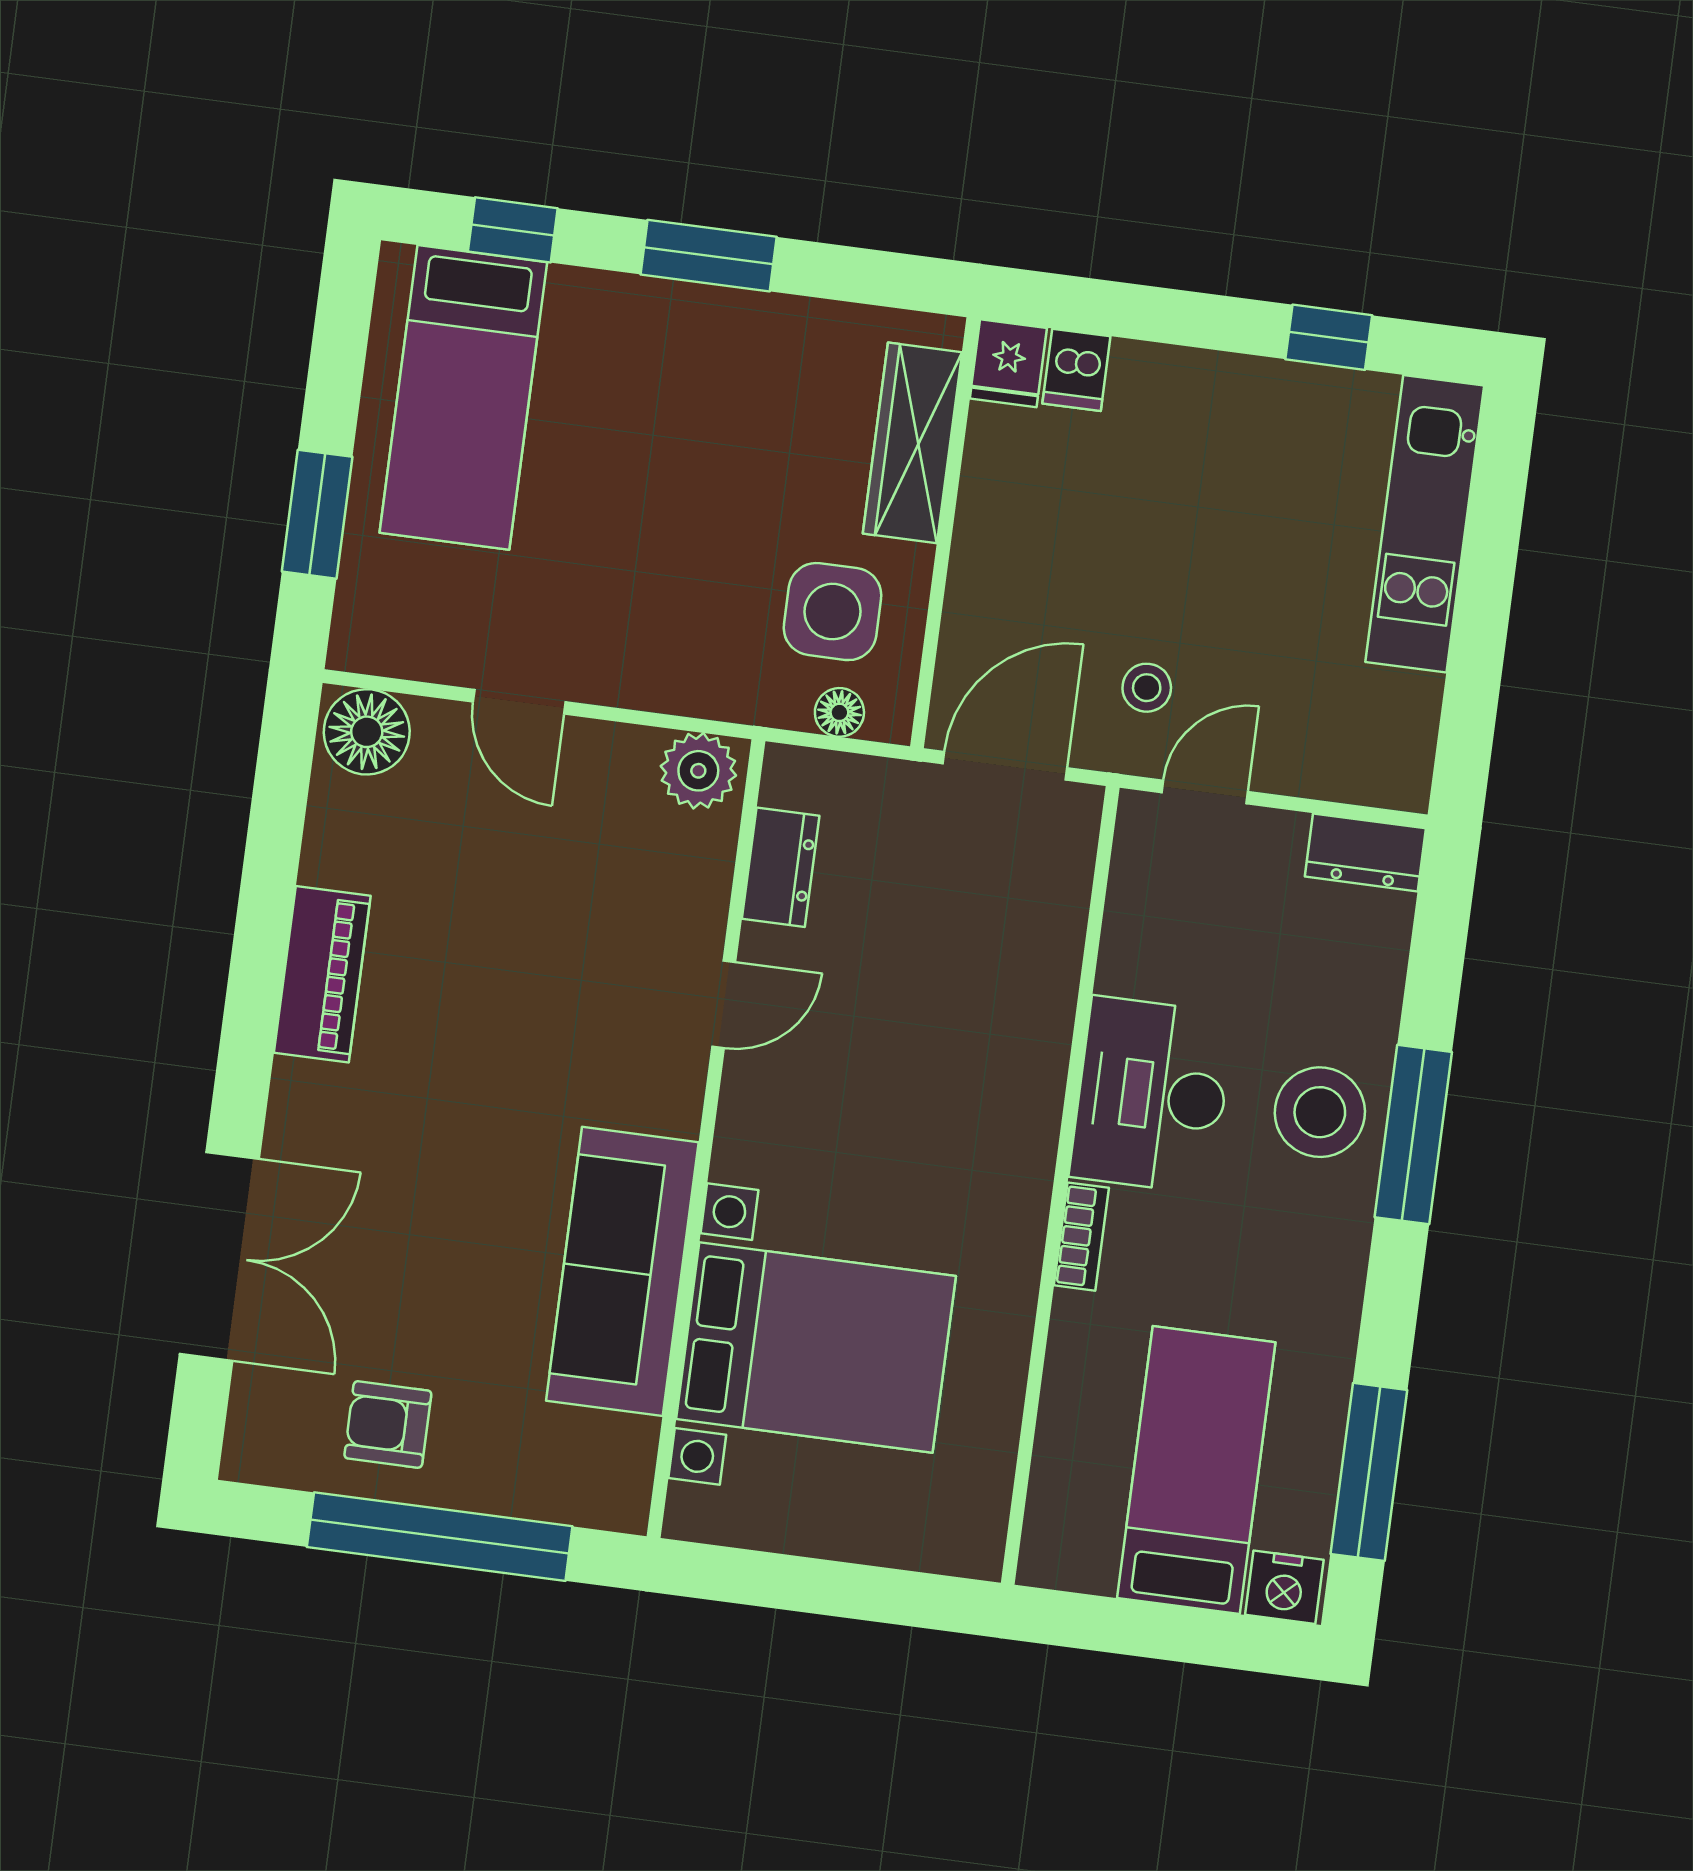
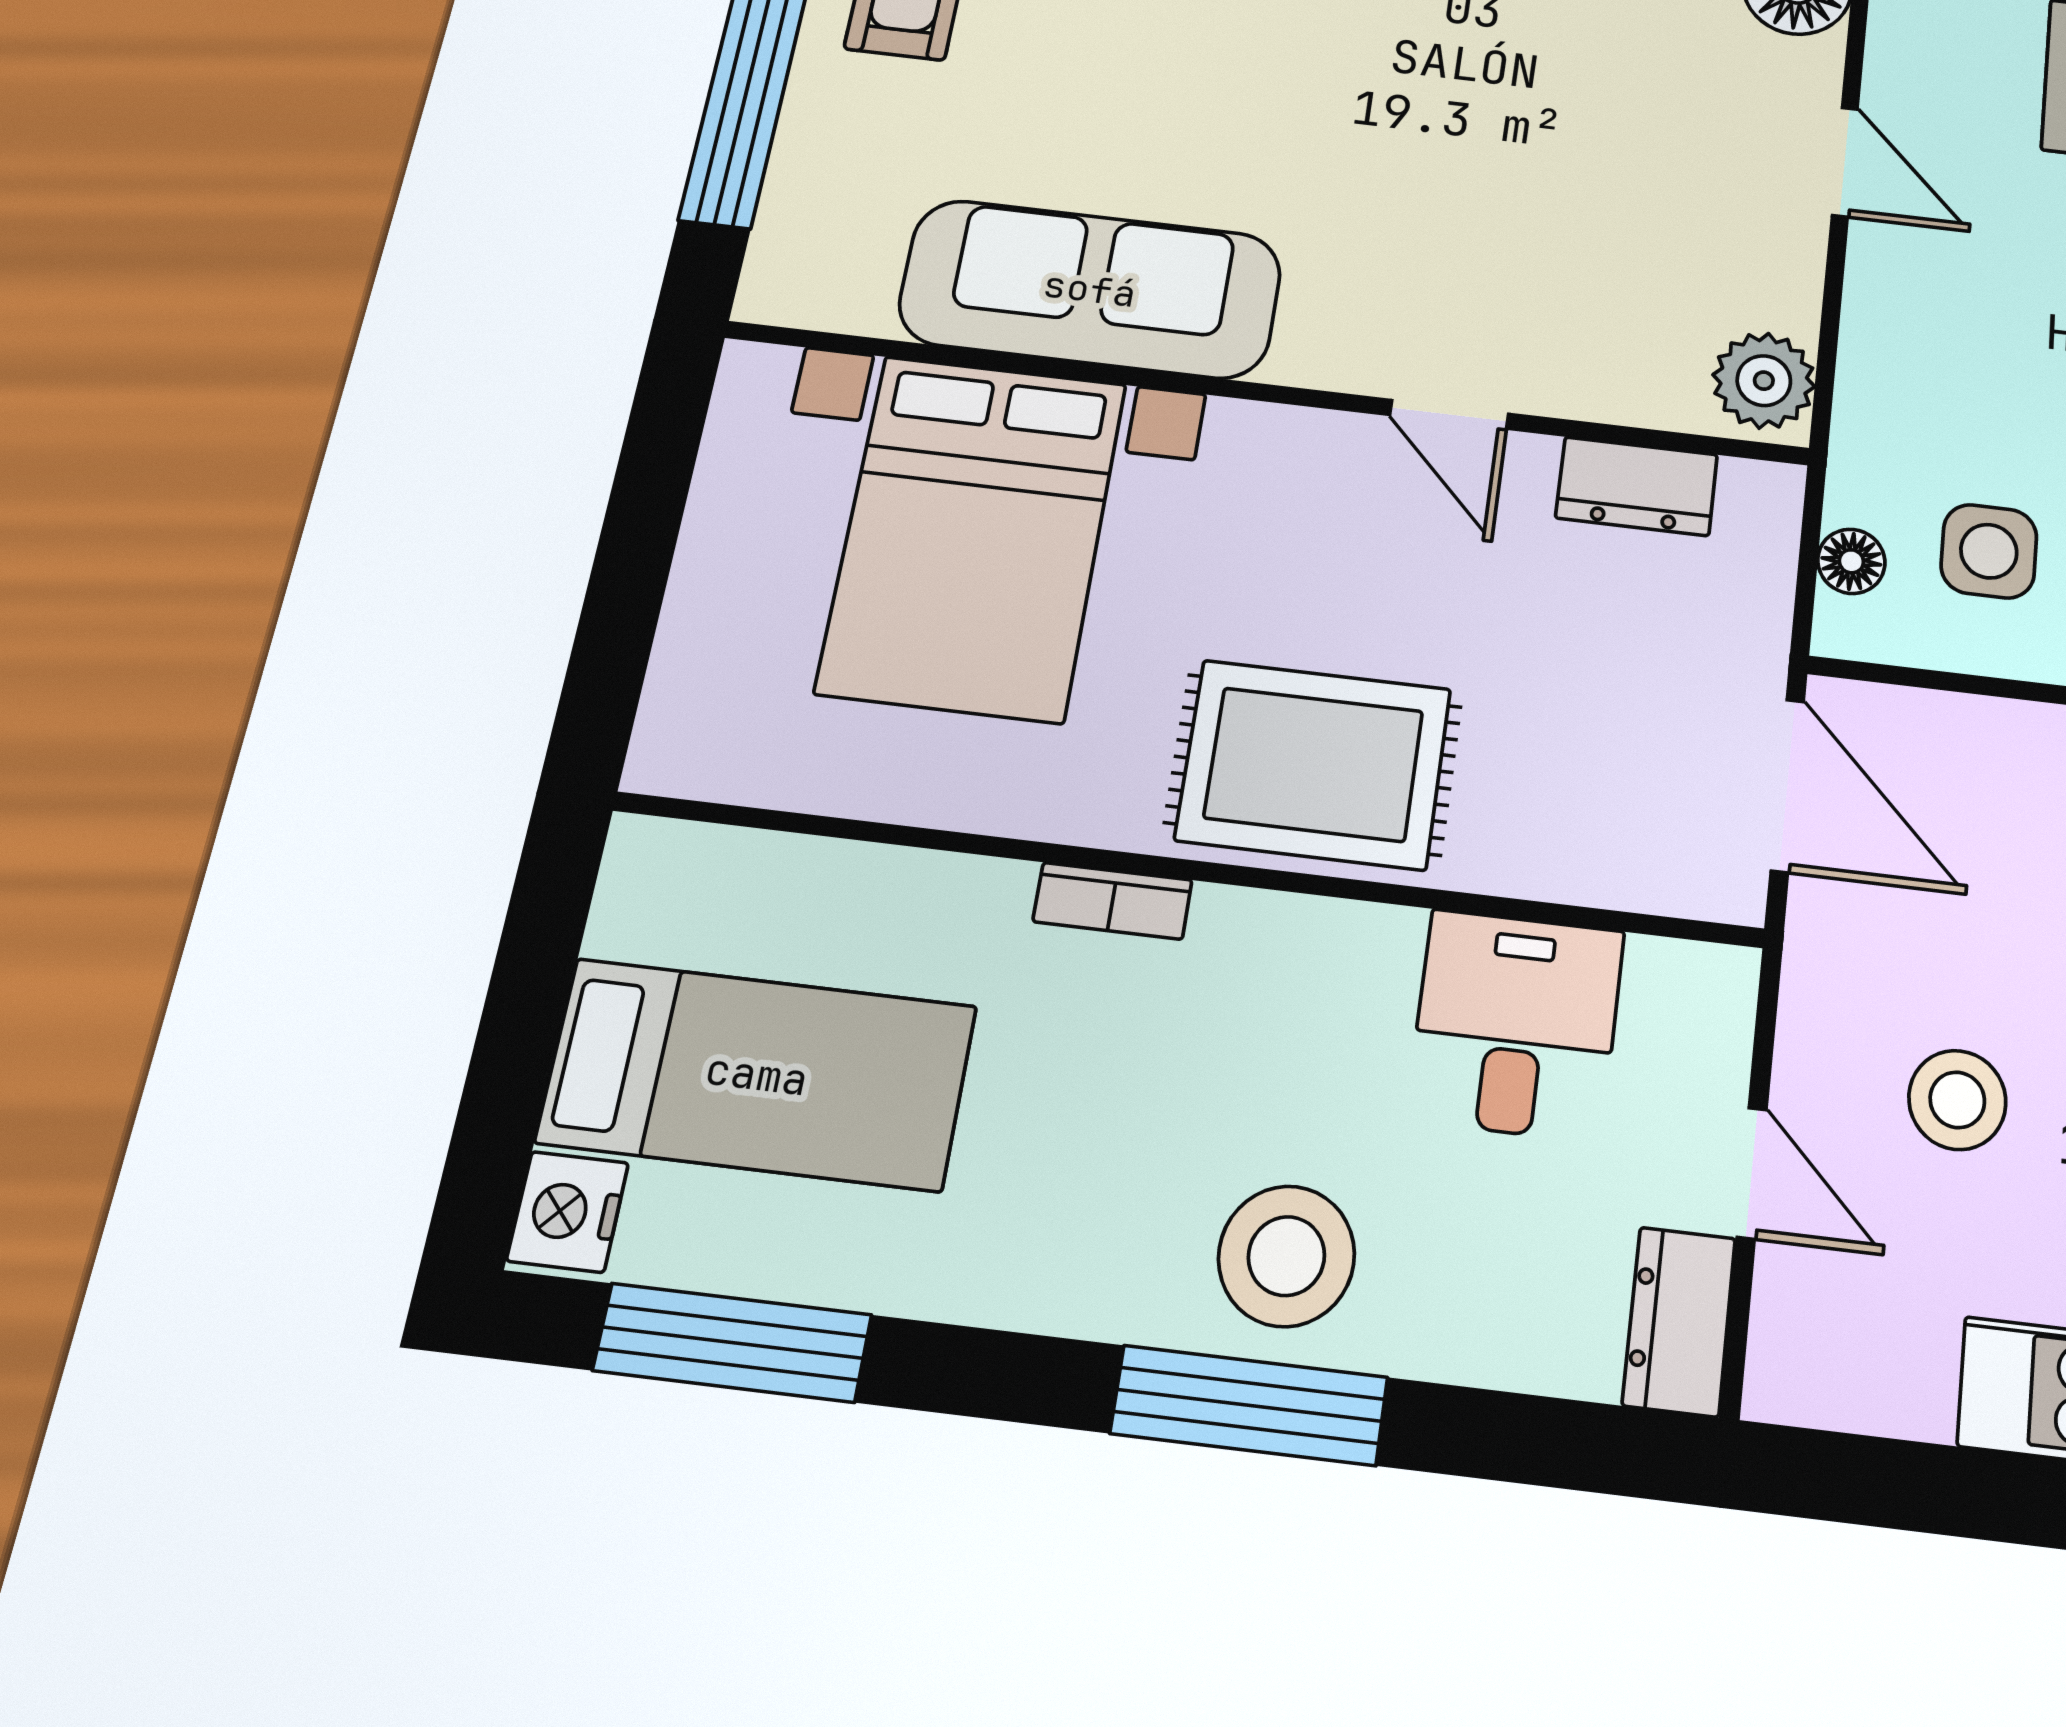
side table: (832, 612) -> (1989, 551), width x0.73, depth x0.73
stool: (1147, 688) -> (1957, 1100), moved, width x1.37, depth x1.37
door: (519, 702) -> (1845, 162), swing flipped
door: (1205, 792) -> (1752, 1173), moved
desk: (1152, 1095) -> (1516, 1025), moved, width x0.73
rug: (986, 1100) -> (1314, 764), added

